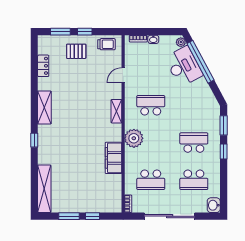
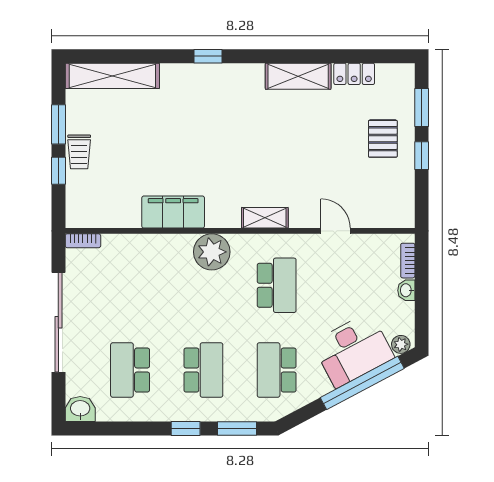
trolley: (106, 44) -> (79, 152), moved
shelving: (44, 107) -> (298, 76), moved
school desk: (151, 180) -> (277, 370), moved

